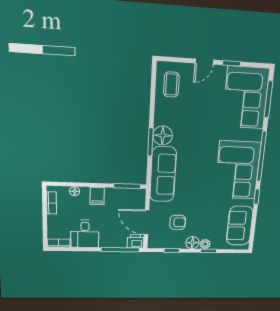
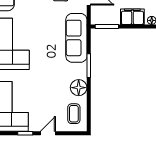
floor lamp: (163, 135) -> (79, 88), moved
filing cabinet: (97, 196) -> (132, 17), width x2.00

